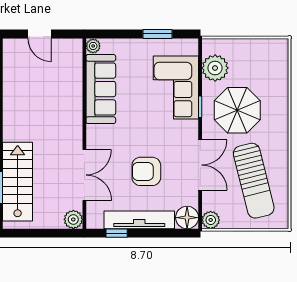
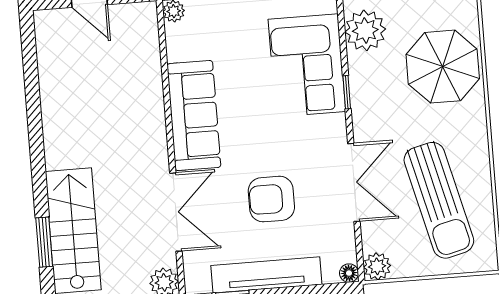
sofa: (101, 89) -> (194, 116), moved
parasol: (237, 110) -> (443, 67), moved
floor lamp: (187, 218) -> (349, 273), width x0.53, depth x0.53

